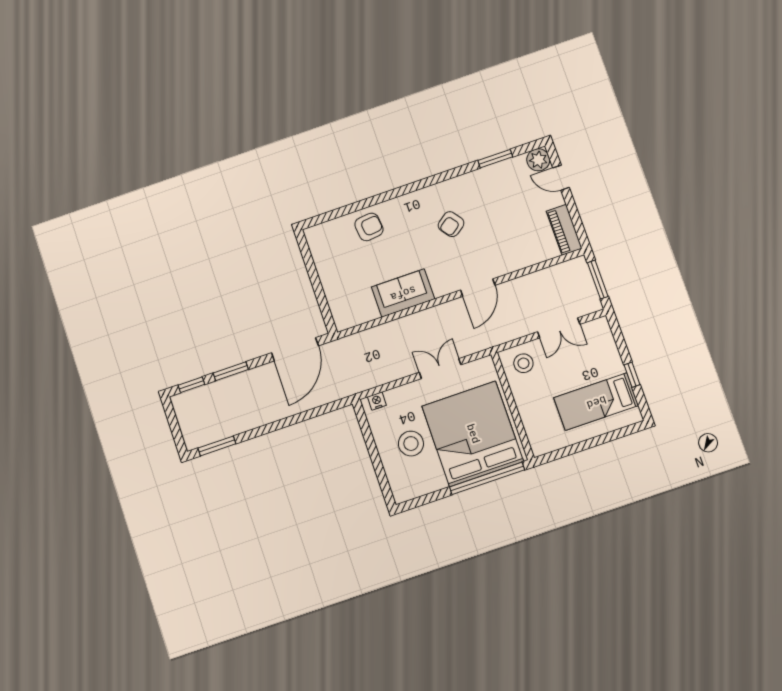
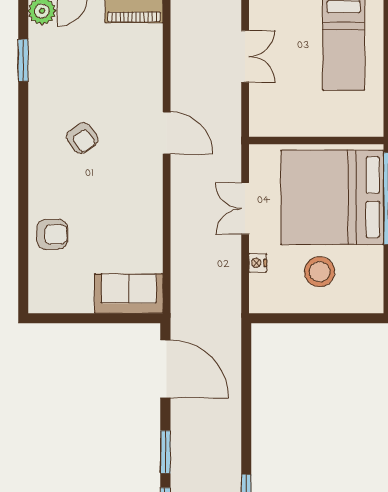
armchair: (369, 227) -> (52, 234), turned 96
sofa: (403, 293) -> (129, 294), moved, turned 90
stool: (523, 363) -> (272, 111), removed
nightstand: (377, 401) -> (258, 263), moved

